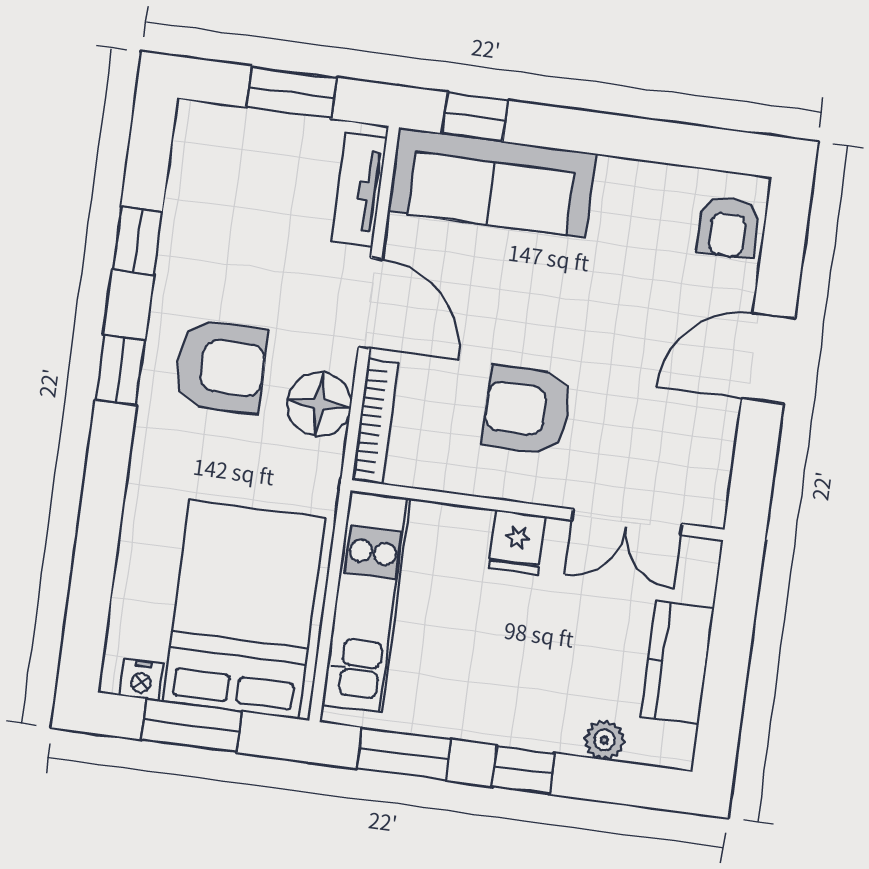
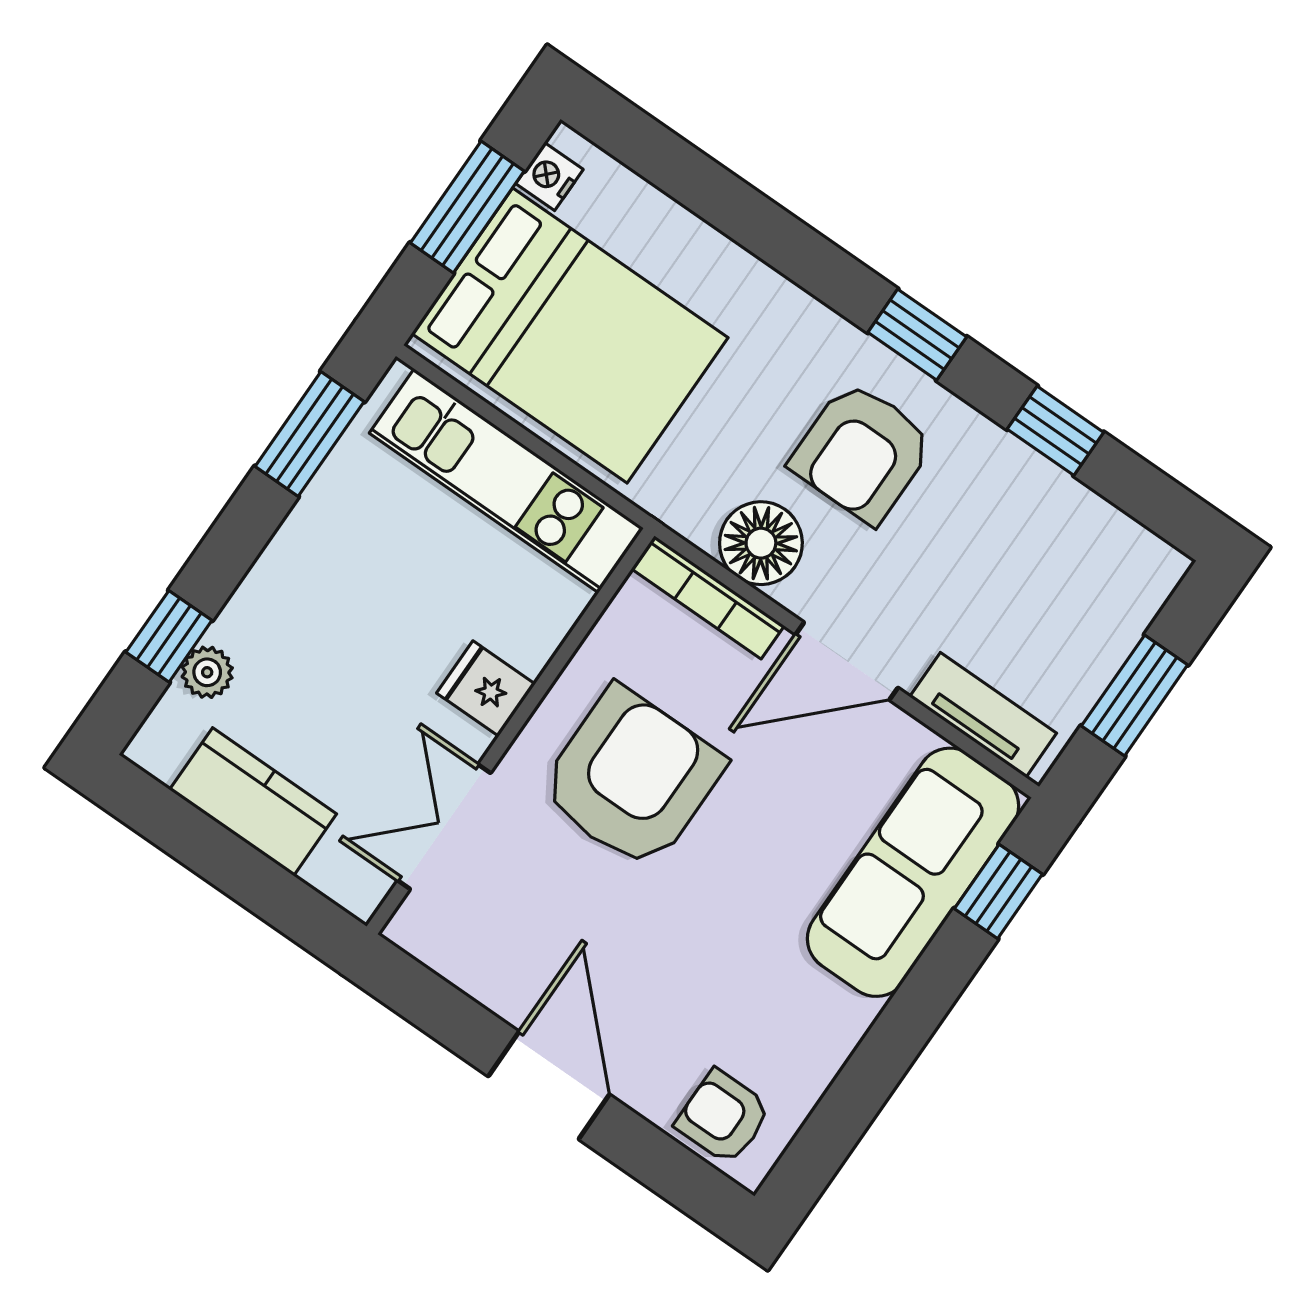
armchair: (527, 410) -> (632, 778), width x1.36, depth x1.36
window: (523, 770) -> (169, 636), moved

